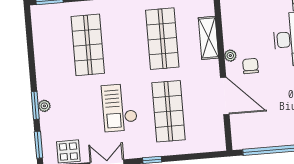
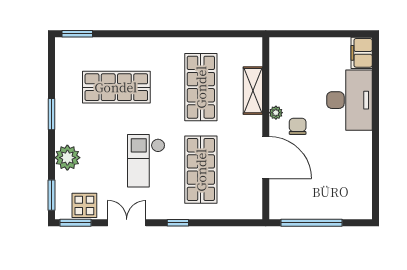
shop shelf: (88, 45) -> (116, 87), turned 90
window: (35, 105) -> (51, 114), moved
plant: (44, 106) -> (67, 158), width x1.87, depth x1.87

